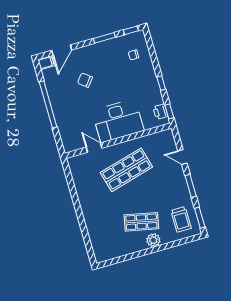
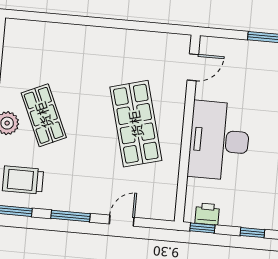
door: (94, 148) -> (193, 67), moved
shop shelf: (141, 222) -> (44, 115), turned -36

